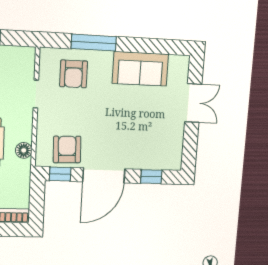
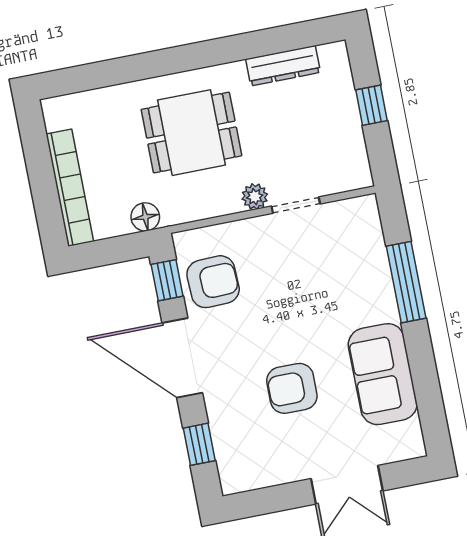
armchair: (74, 74) -> (292, 388), moved
plant: (26, 116) -> (255, 197), added
floor lamp: (24, 150) -> (145, 217), moved

